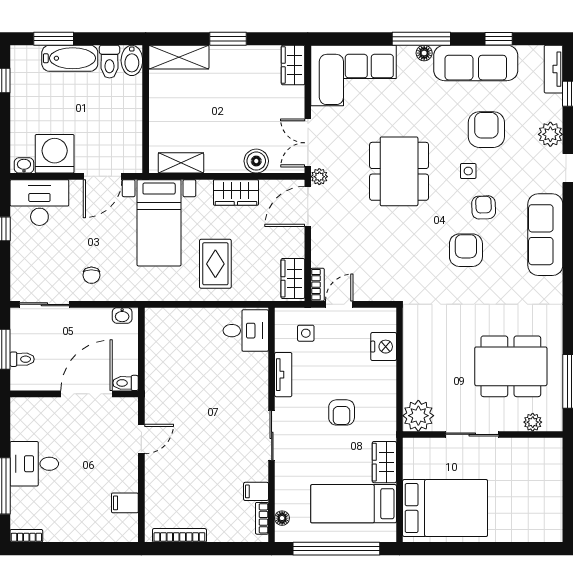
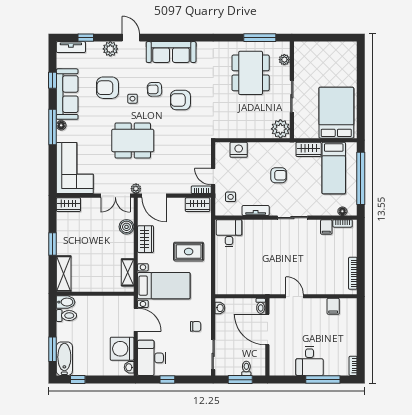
bathtub: (70, 58) -> (64, 359), moved

